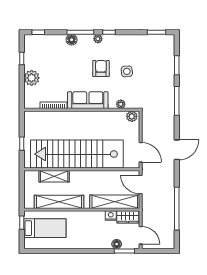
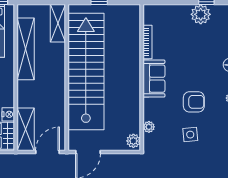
plant: (32, 78) -> (201, 14), moved
sofa: (88, 100) -> (154, 79), width x0.73
shelving: (54, 176) -> (58, 23), moved
shelving: (115, 202) -> (26, 129), width x0.68

